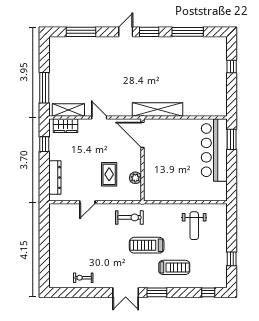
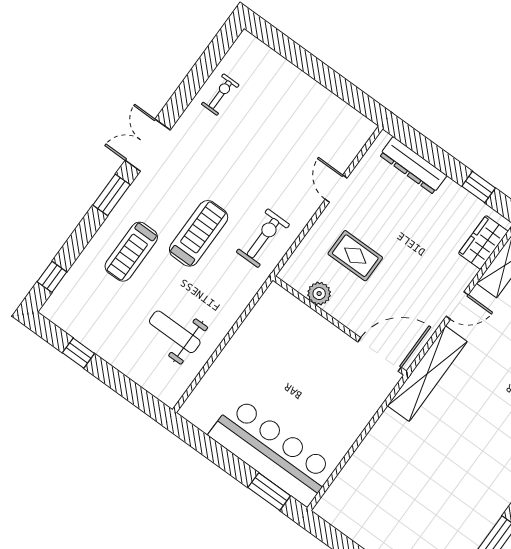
shelving: (157, 110) -> (427, 374), moved
exercise bike: (129, 217) -> (263, 238), turned 180

